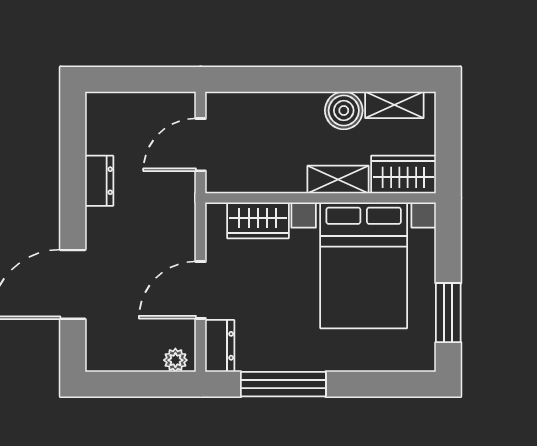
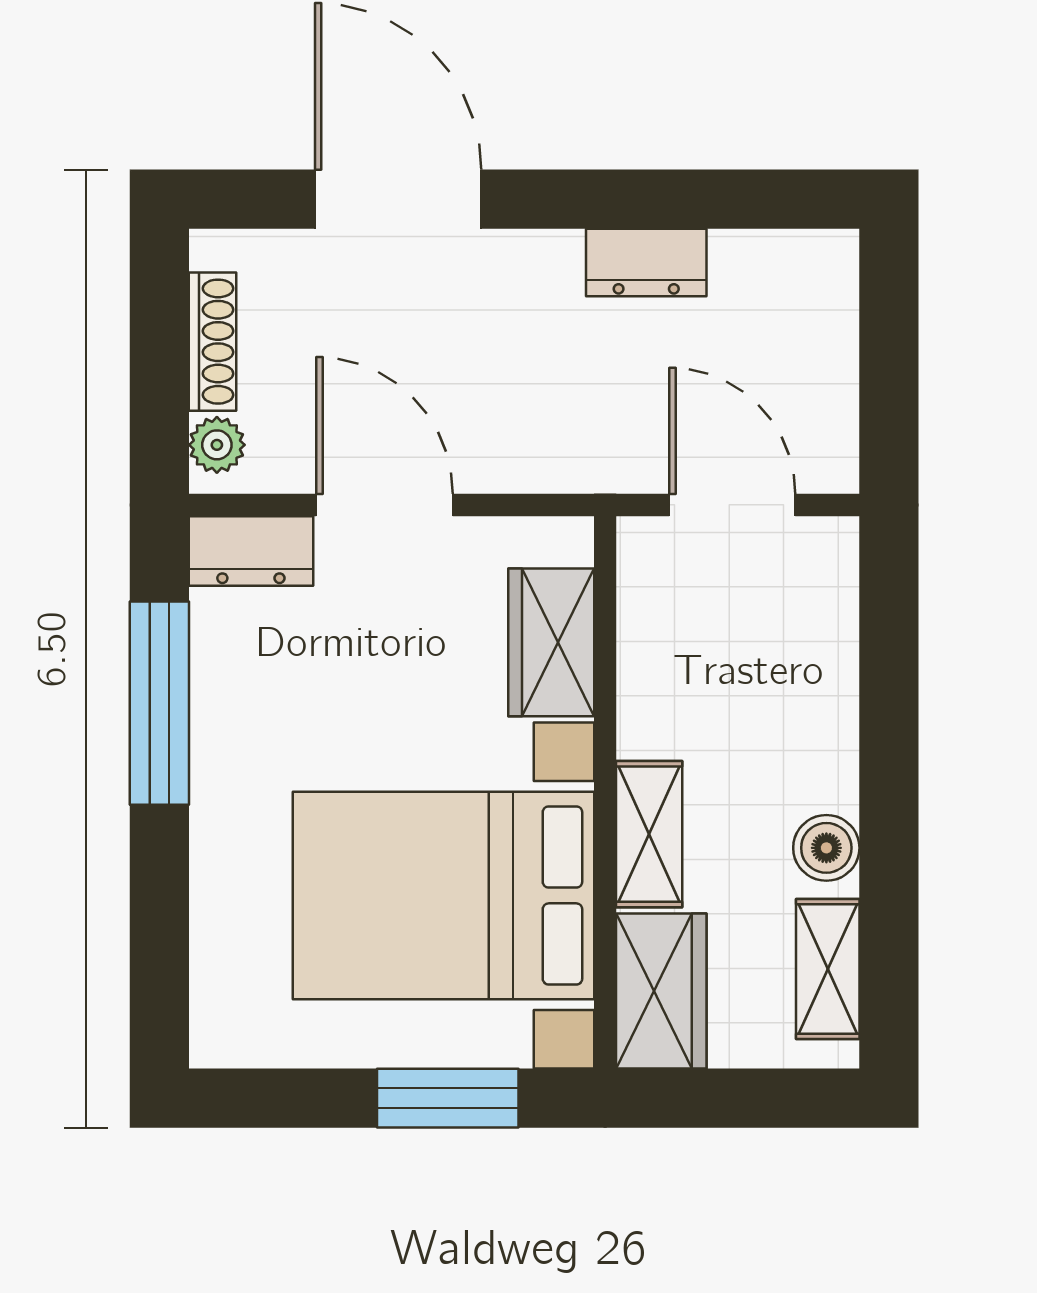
boiler: (344, 110) -> (826, 848), width x0.73, depth x0.73
window: (448, 313) -> (448, 1098), moved
shoe rack: (132, 362) -> (212, 342), added

